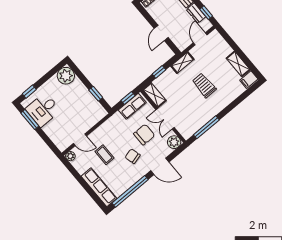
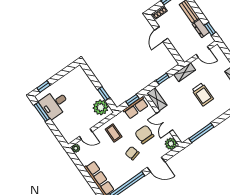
door: (161, 33) -> (161, 34), moved
door: (200, 39) -> (203, 52), swing flipped
plant: (66, 76) -> (101, 107), moved
trolley: (204, 85) -> (203, 94), turned 180
chair: (144, 135) -> (144, 134), turned -90
coffee table: (104, 155) -> (114, 133), moved

